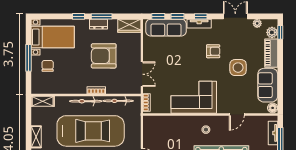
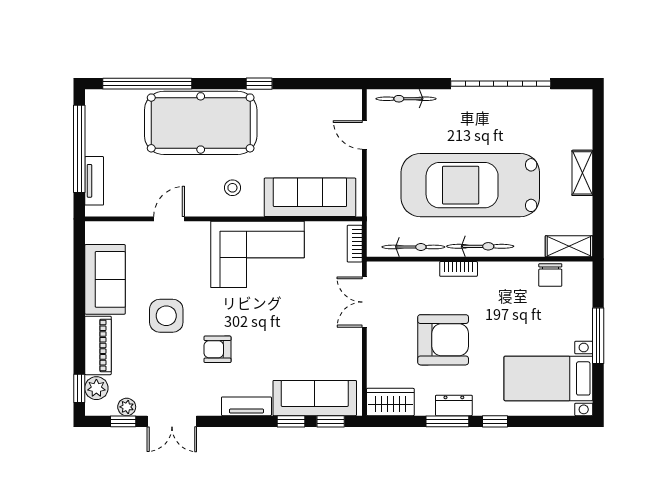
window: (201, 16) -> (123, 421), moved
chair: (48, 66) -> (550, 275), moved
floor lamp: (273, 108) -> (95, 232), removed
sofa: (168, 125) -> (310, 197), added

